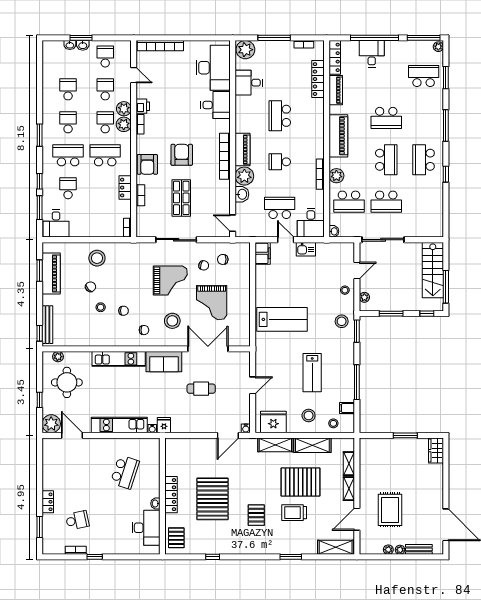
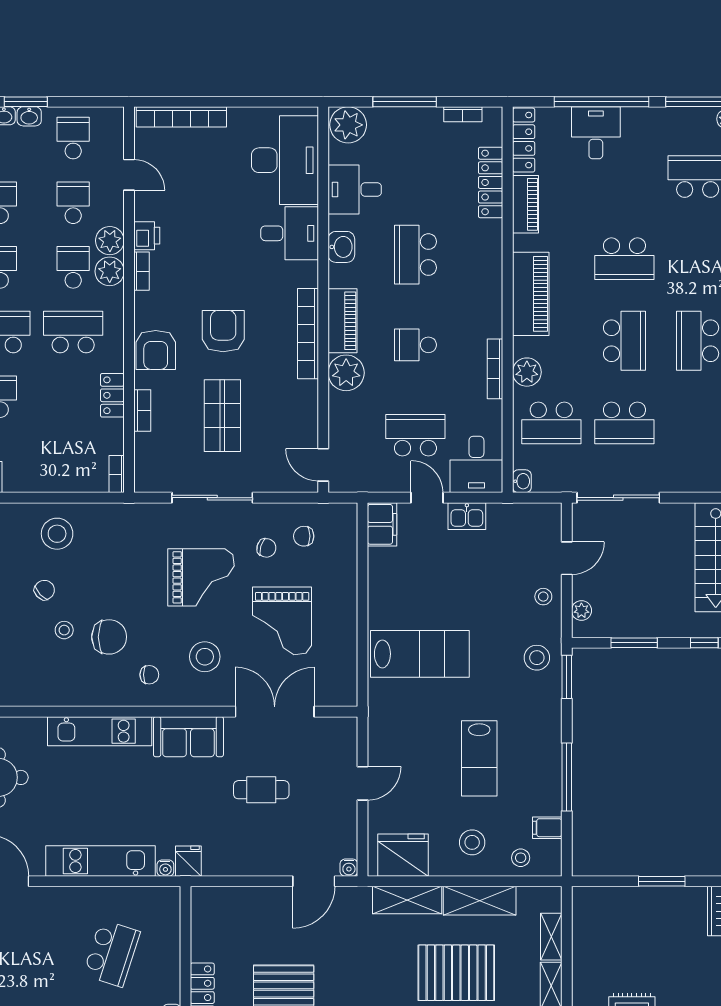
washbasin: (242, 194) -> (341, 247), moved
chair: (124, 311) -> (109, 637), width x1.87, depth x1.87

